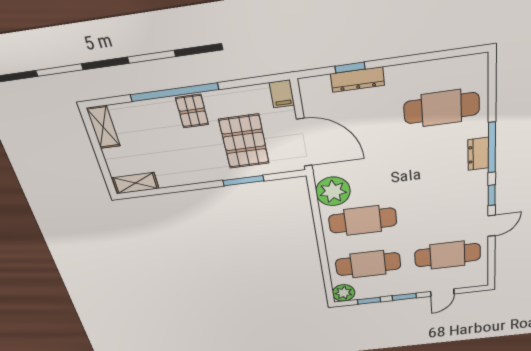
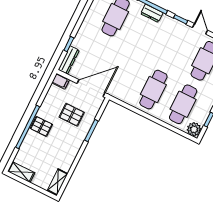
dresser: (357, 80) -> (69, 60), moved
pallet: (244, 141) -> (72, 115), width x0.67, depth x0.71
plant: (333, 191) -> (126, 93), removed

